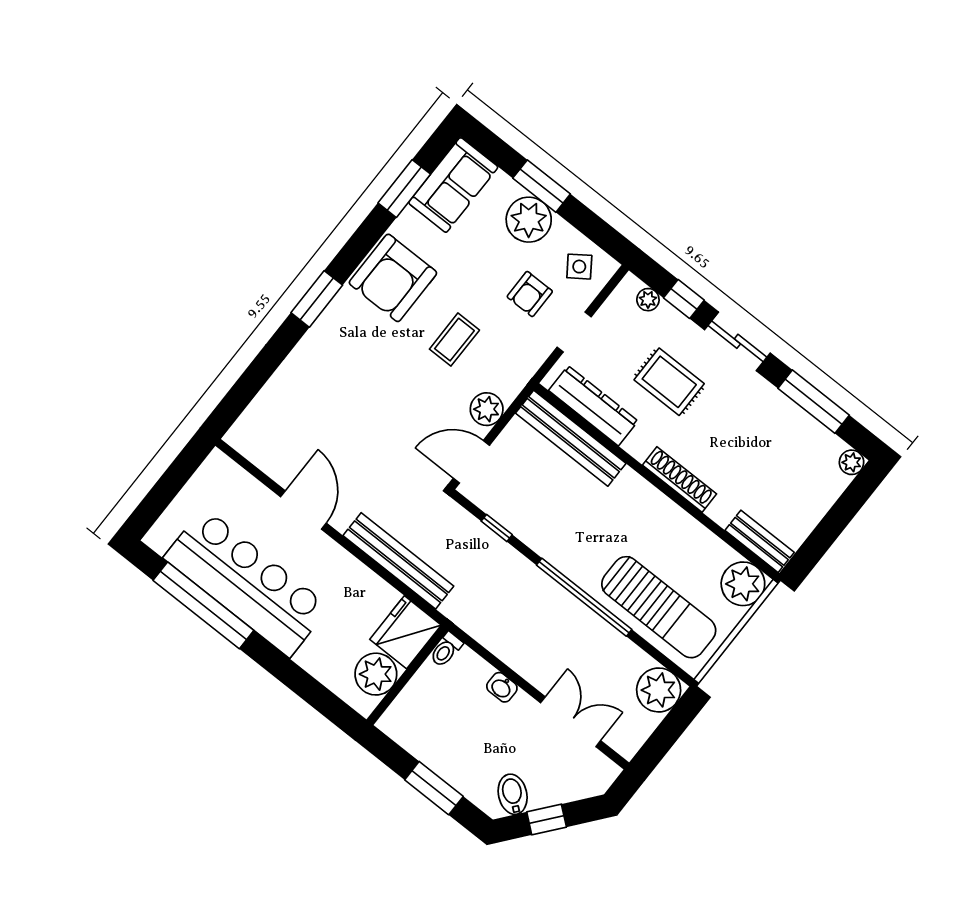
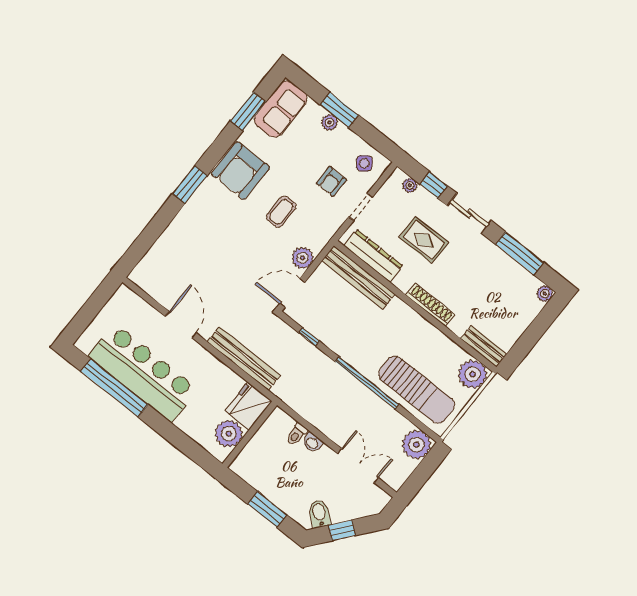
plant: (529, 220) -> (330, 122), width x0.53, depth x0.53
toilet: (446, 650) -> (296, 434), moved

